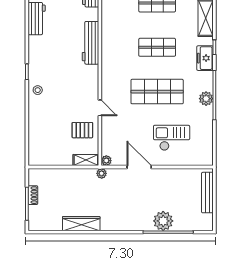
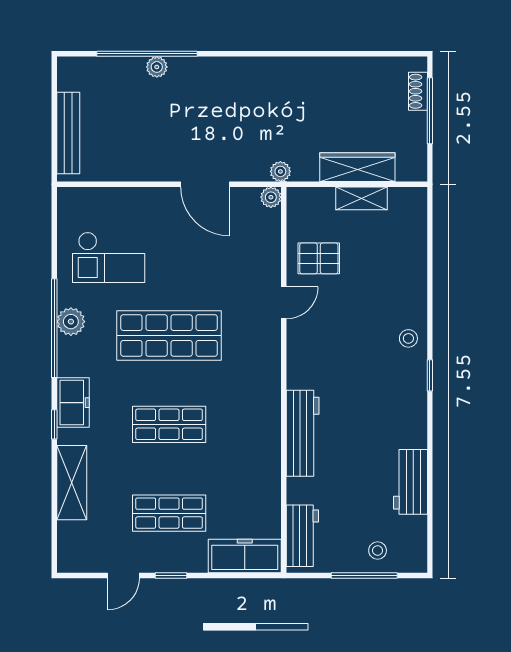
door: (100, 108) -> (284, 303), swing flipped
checkout: (172, 138) -> (109, 257), moved
shelving: (86, 160) -> (361, 198), moved
shoe rack: (33, 195) -> (418, 91), moved
plant: (163, 221) -> (157, 67), width x0.53, depth x0.53
wardrobe: (81, 224) -> (357, 167), moved, turned 180

